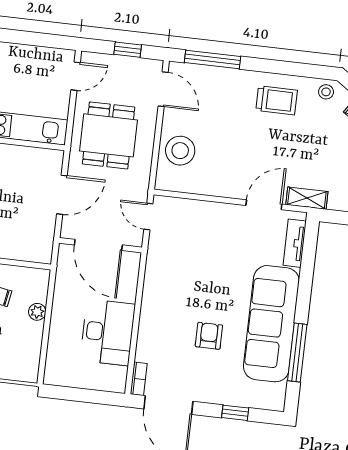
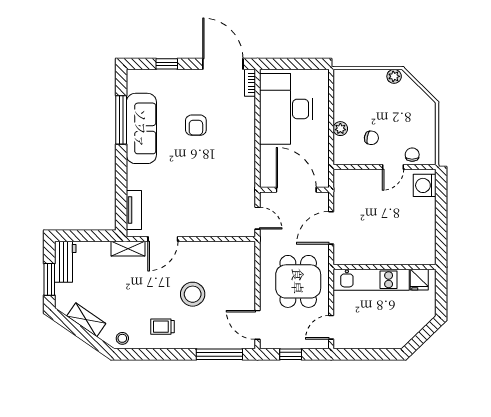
trolley: (277, 100) -> (162, 327), width x0.73, depth x0.72
stool: (180, 151) -> (193, 294), moved
sofa: (271, 324) -> (141, 128), width x0.74, depth x0.79
desk: (108, 332) -> (286, 109), width x1.36, depth x1.30

